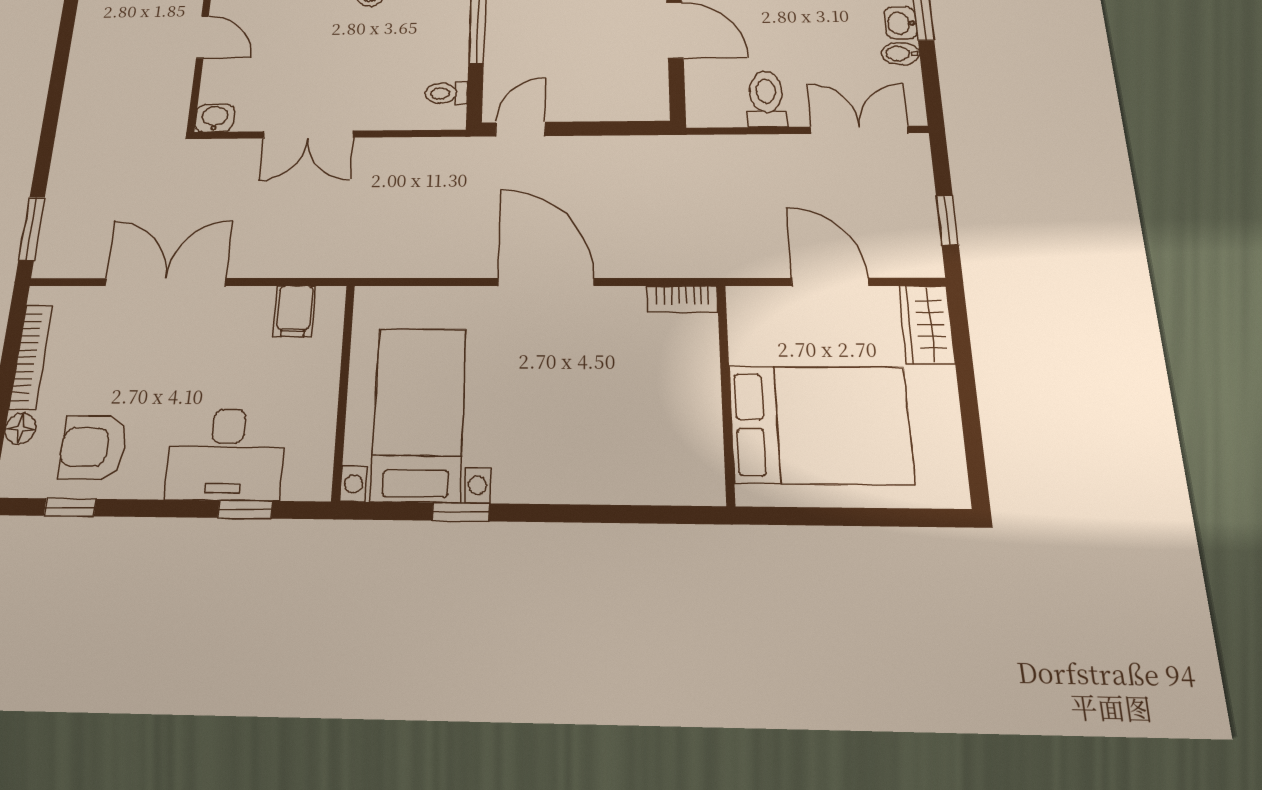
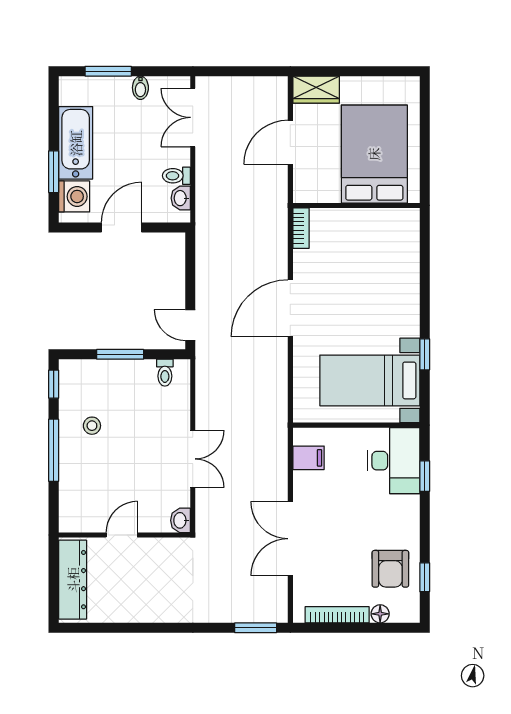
washbasin: (901, 23) -> (181, 198), moved, turned 90
toilet: (766, 99) -> (176, 176), width x0.73, depth x0.72
window: (947, 220) -> (252, 71), removed
desk: (226, 454) -> (394, 461), moved

